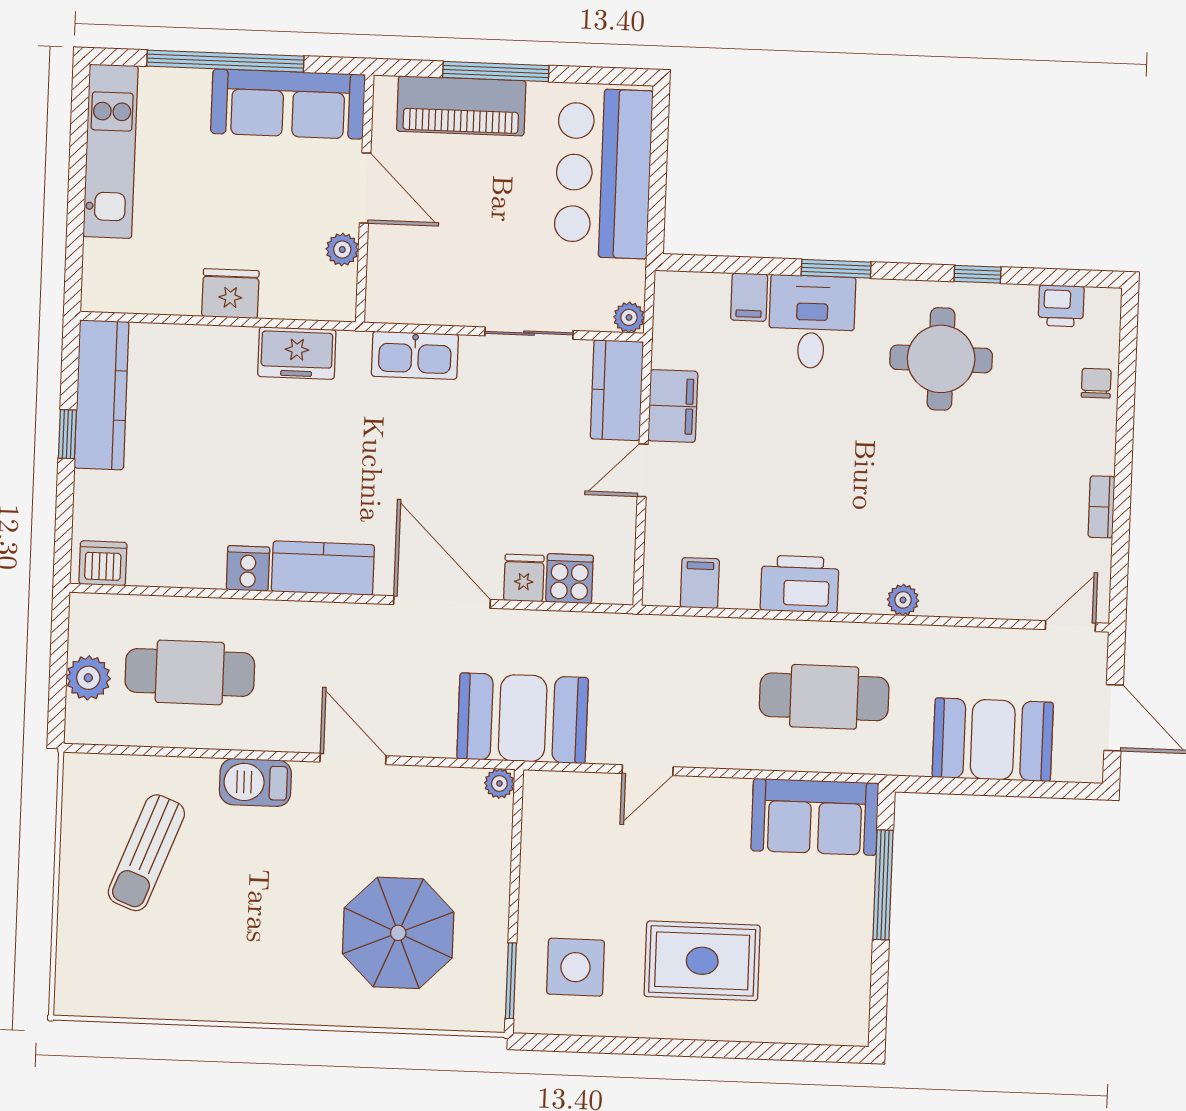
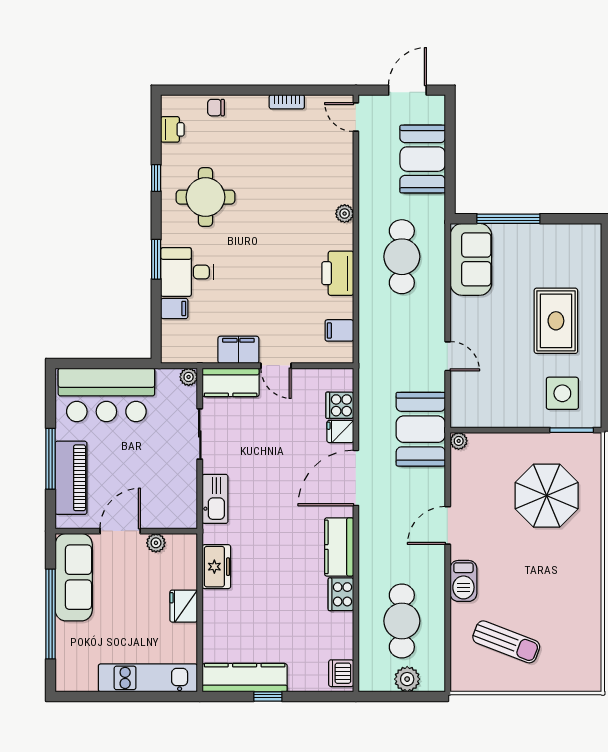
kitchen unit: (111, 151) -> (148, 678), moved
cooker: (248, 568) -> (341, 594), width x1.36

